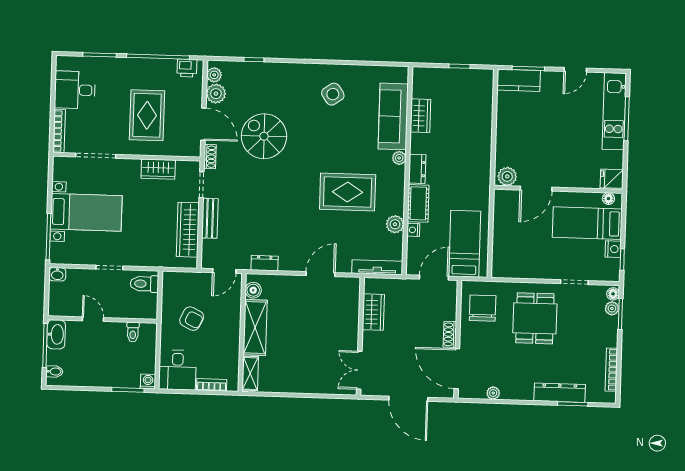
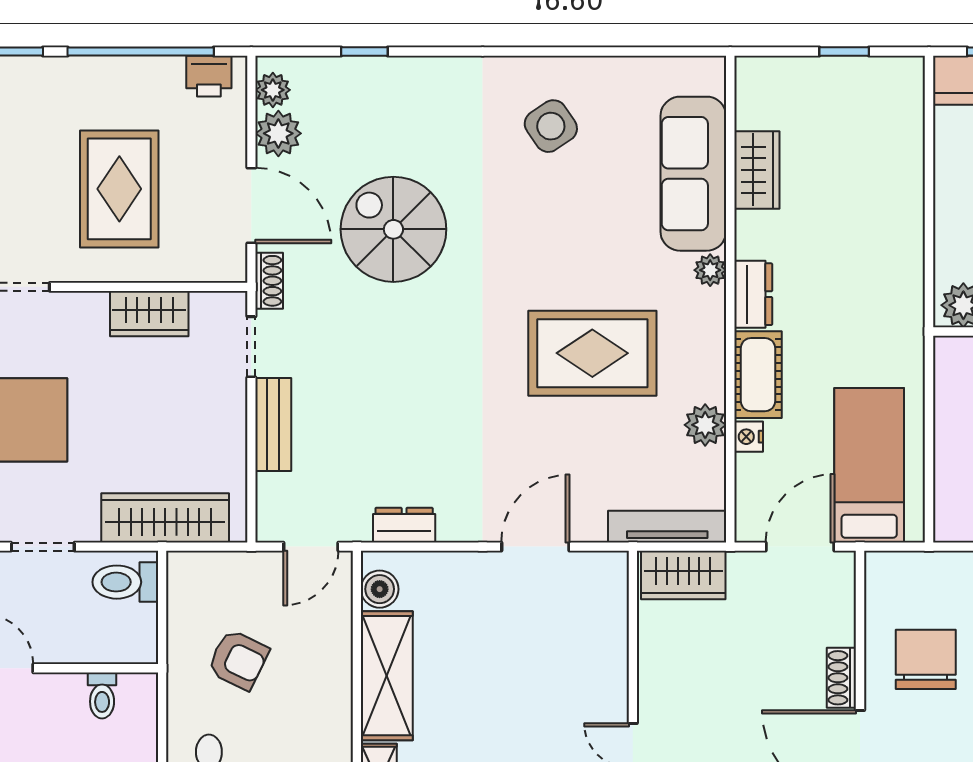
wardrobe: (188, 230) -> (165, 518), moved, turned 90
chair: (483, 308) -> (926, 659), moved
wardrobe: (373, 312) -> (683, 575), moved, turned 90

